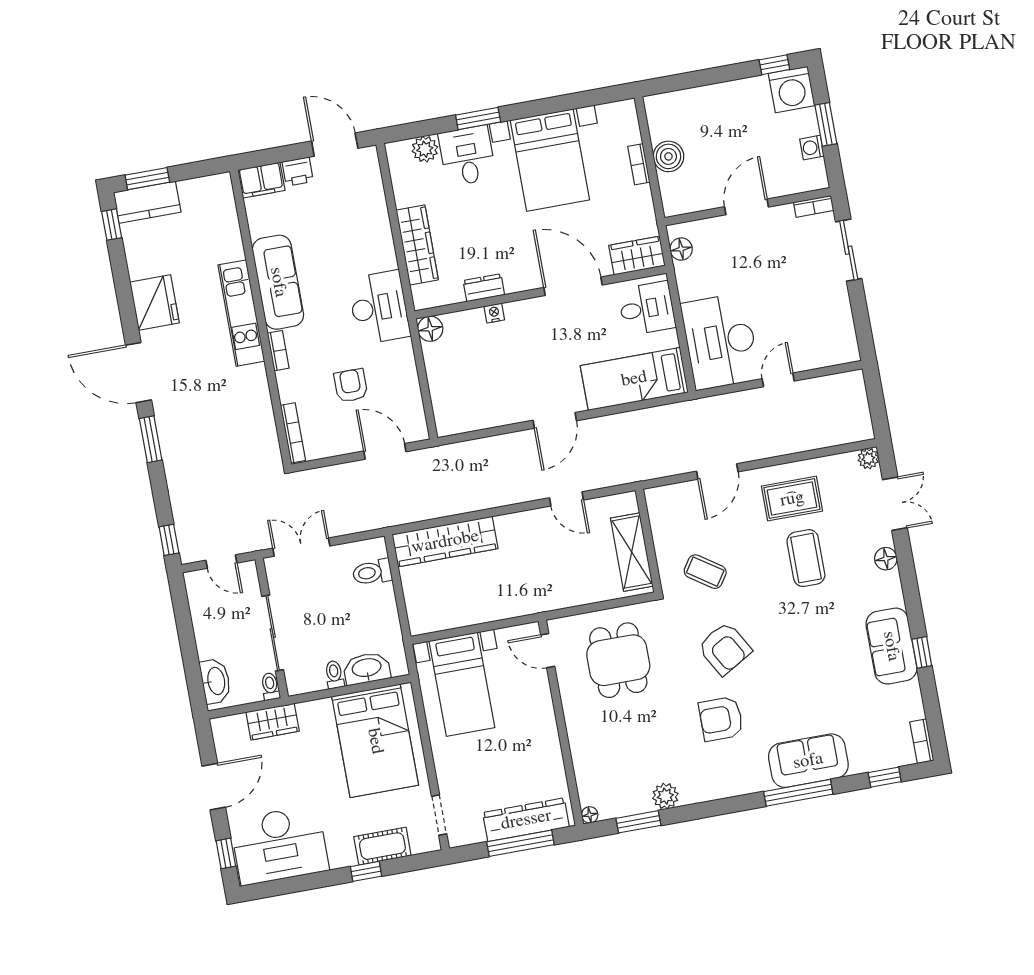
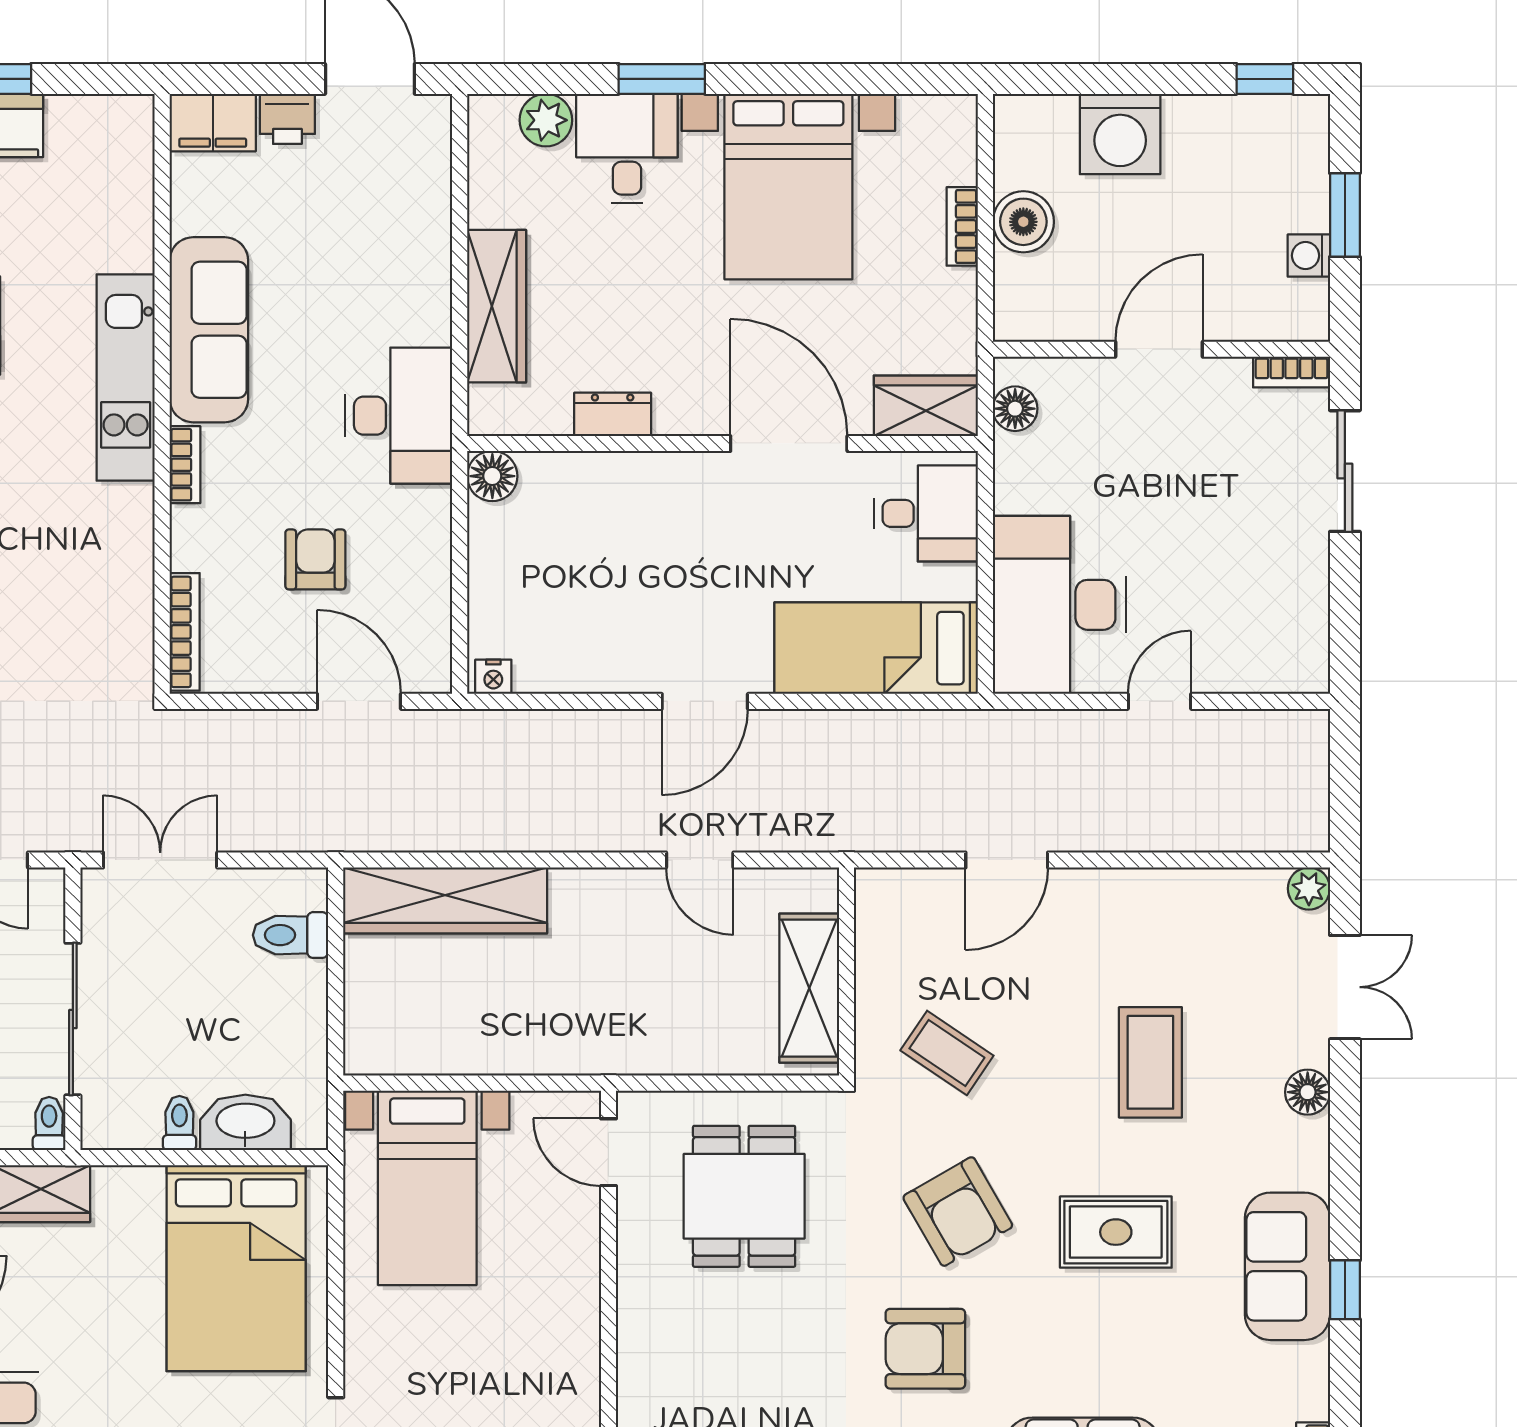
washing machine: (792, 90) -> (1120, 134), moved
nightstand: (494, 313) -> (493, 677), moved, turned 180
rug: (792, 499) -> (1116, 1232), moved

